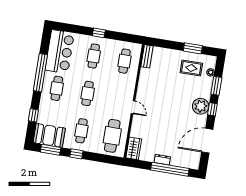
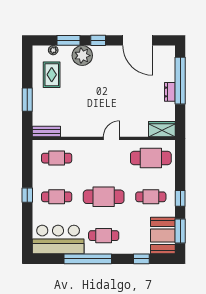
window: (193, 48) -> (27, 100), moved
cafe table: (88, 93) -> (104, 197), width x1.37, depth x1.35
plant: (201, 106) -> (82, 56), moved

